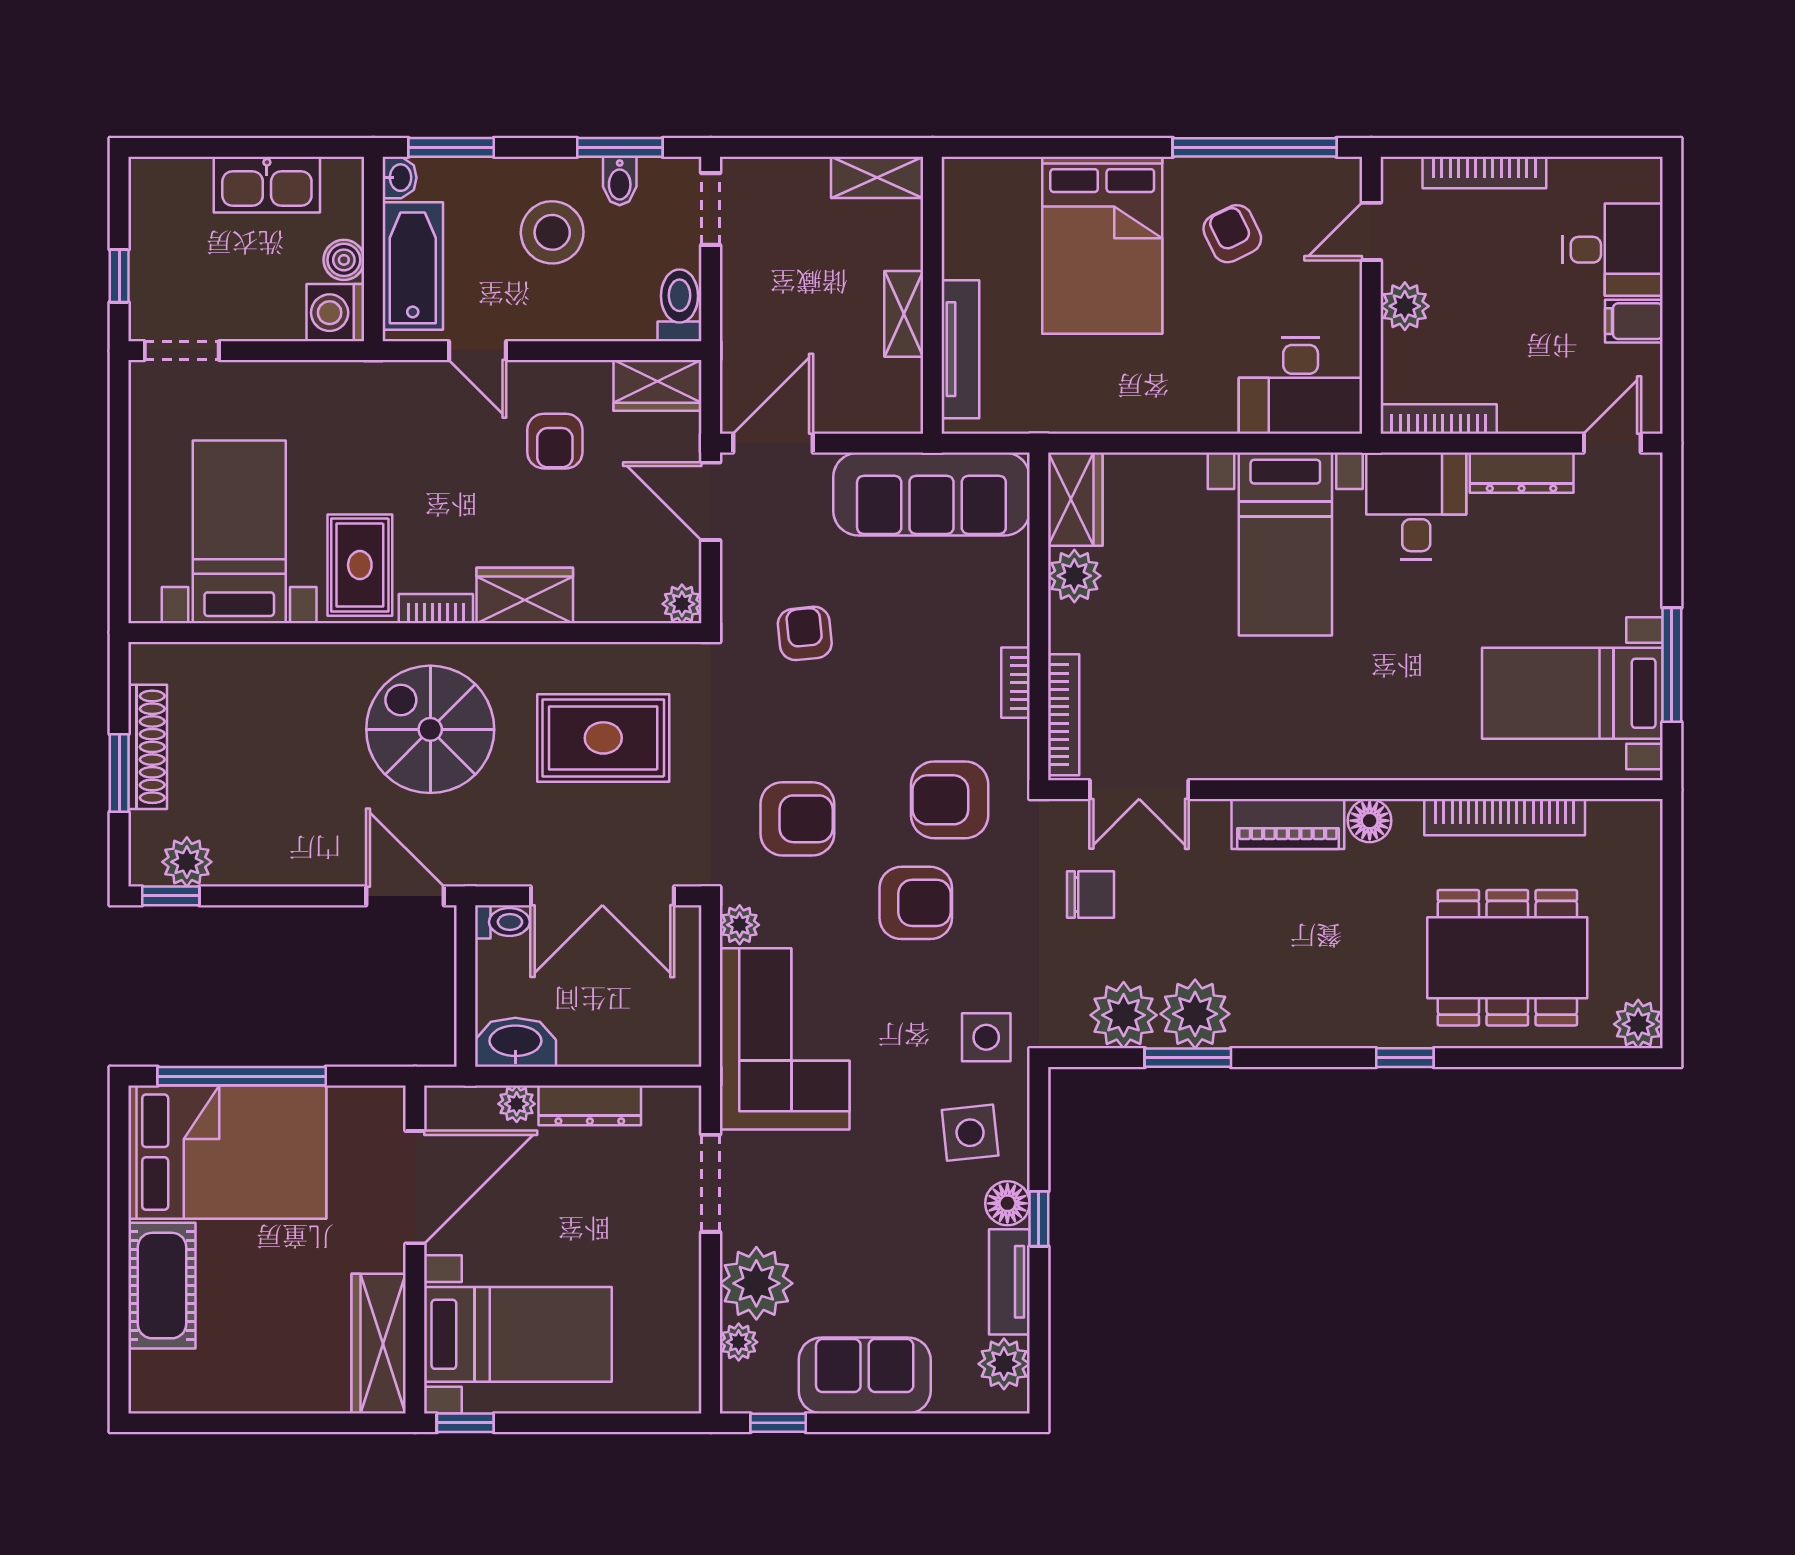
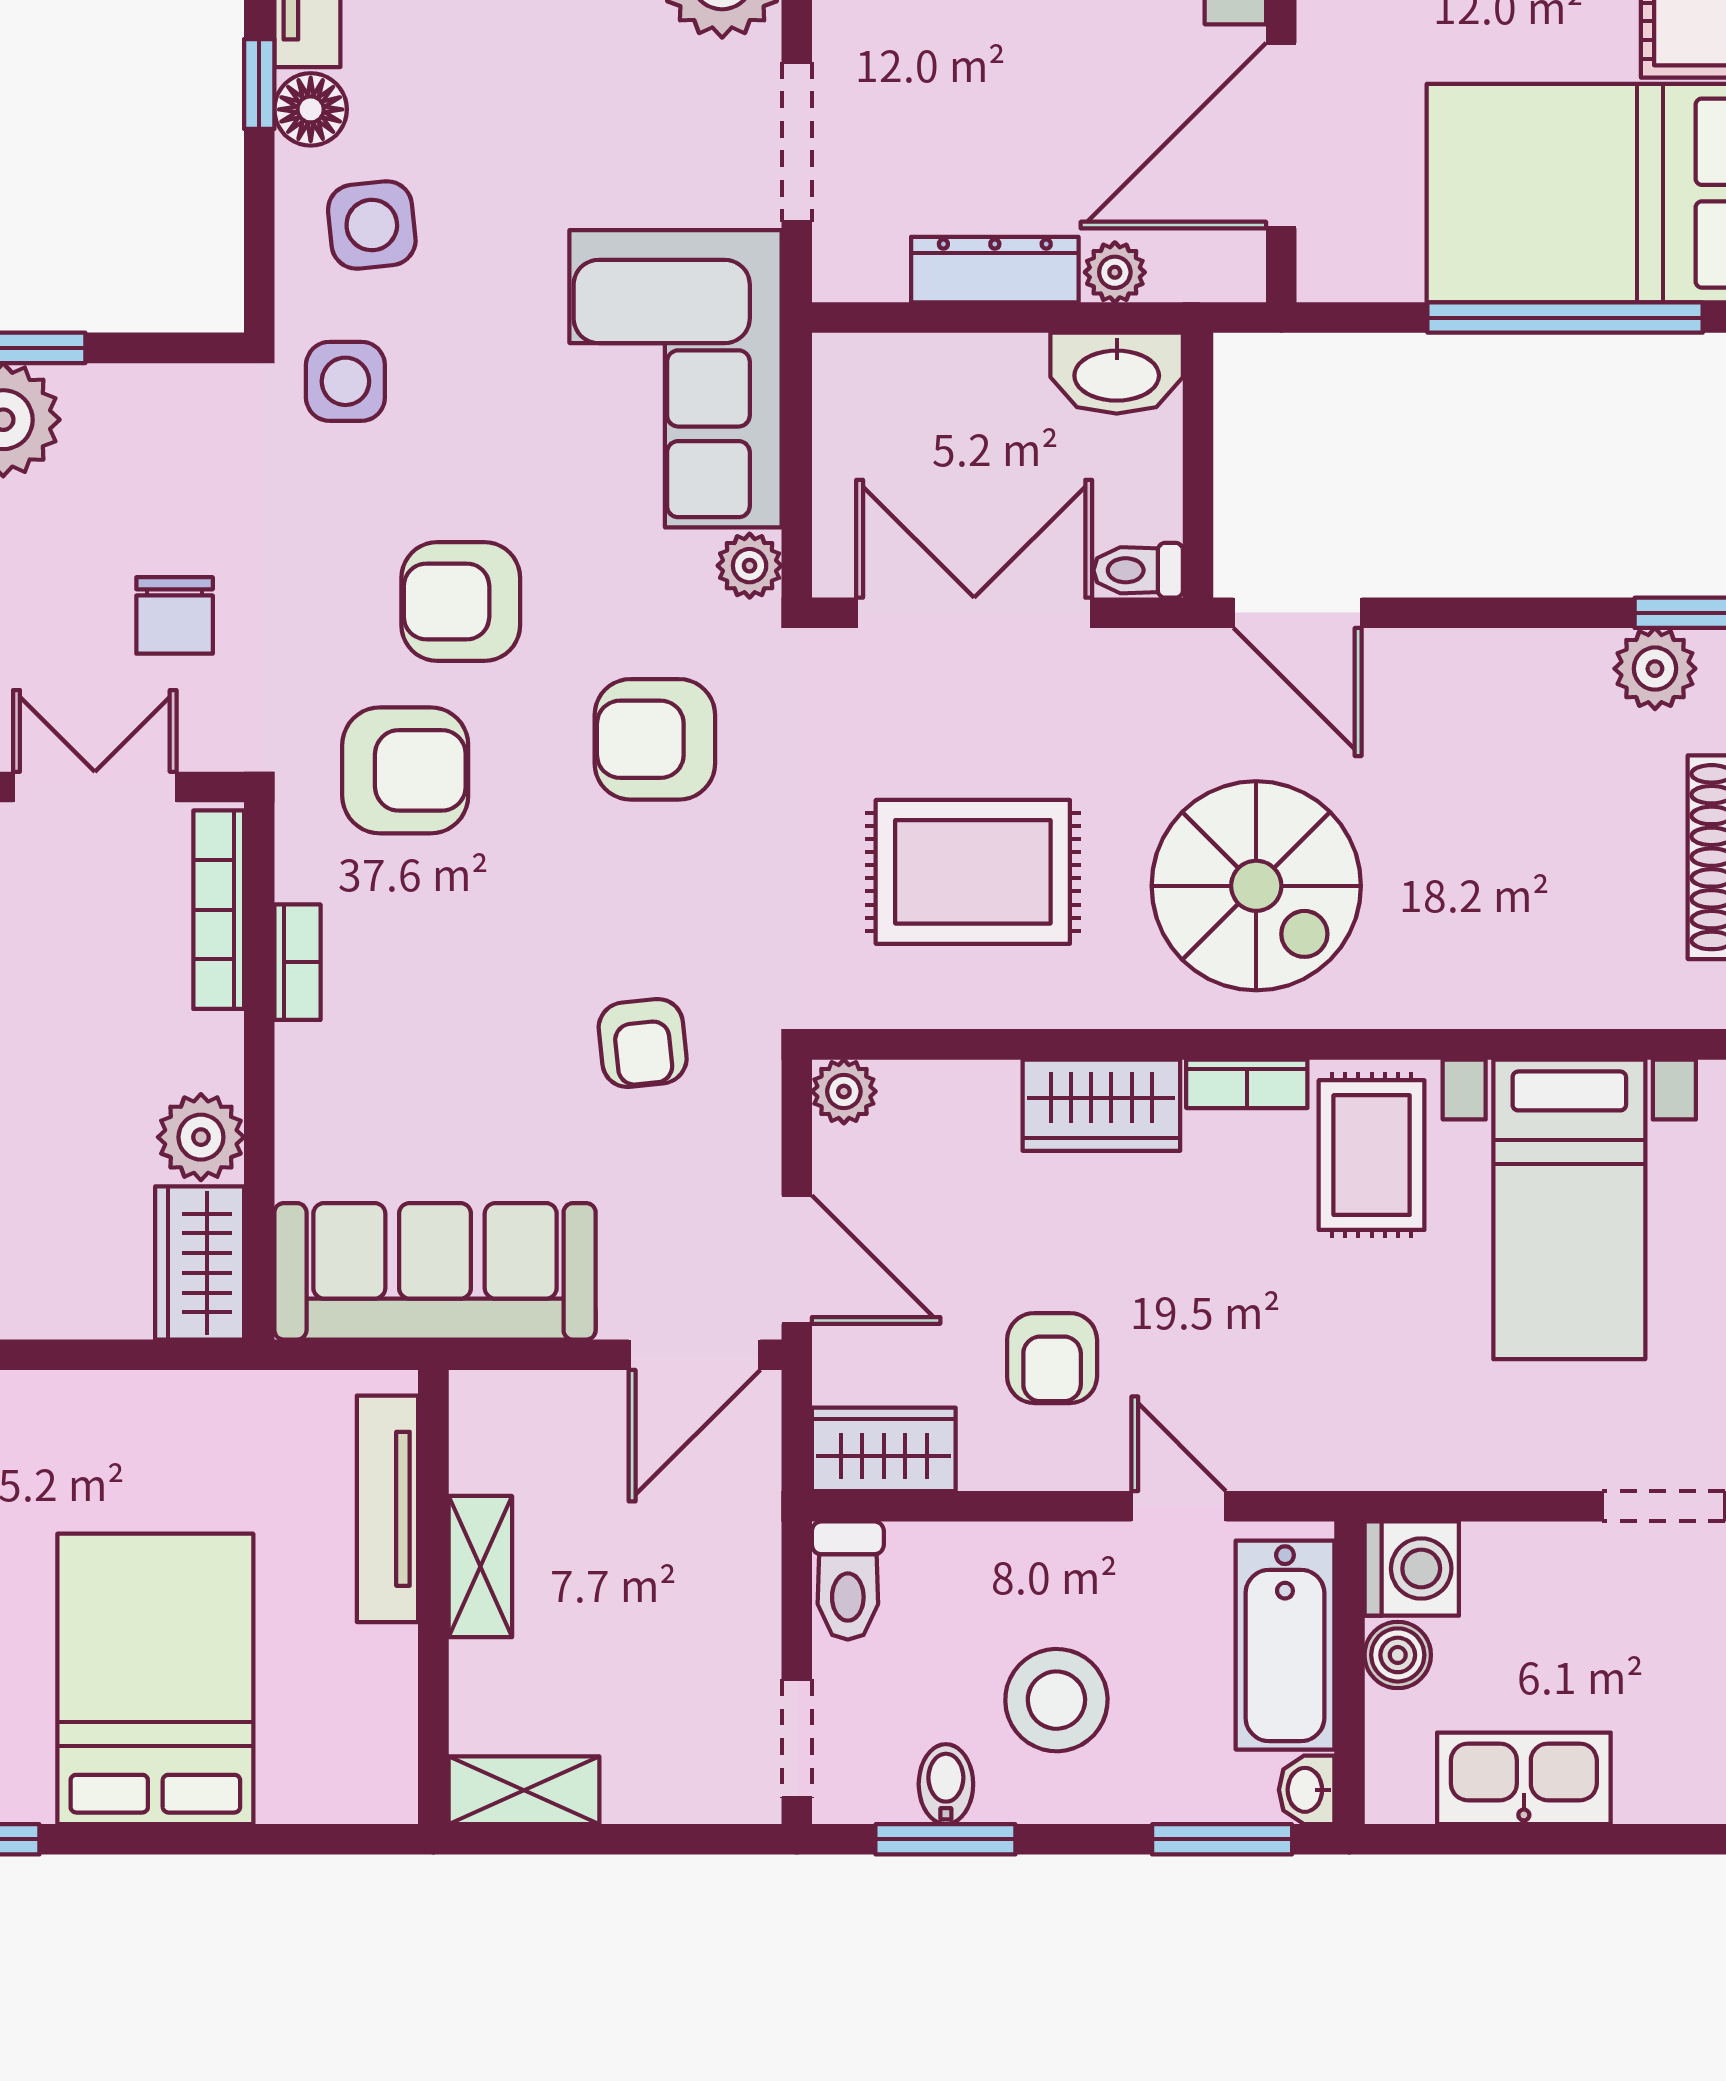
armchair: (555, 441) -> (1052, 1358), turned 180
chair: (1090, 894) -> (175, 615), turned -90
plant: (1124, 1015) -> (120, 417), removed

